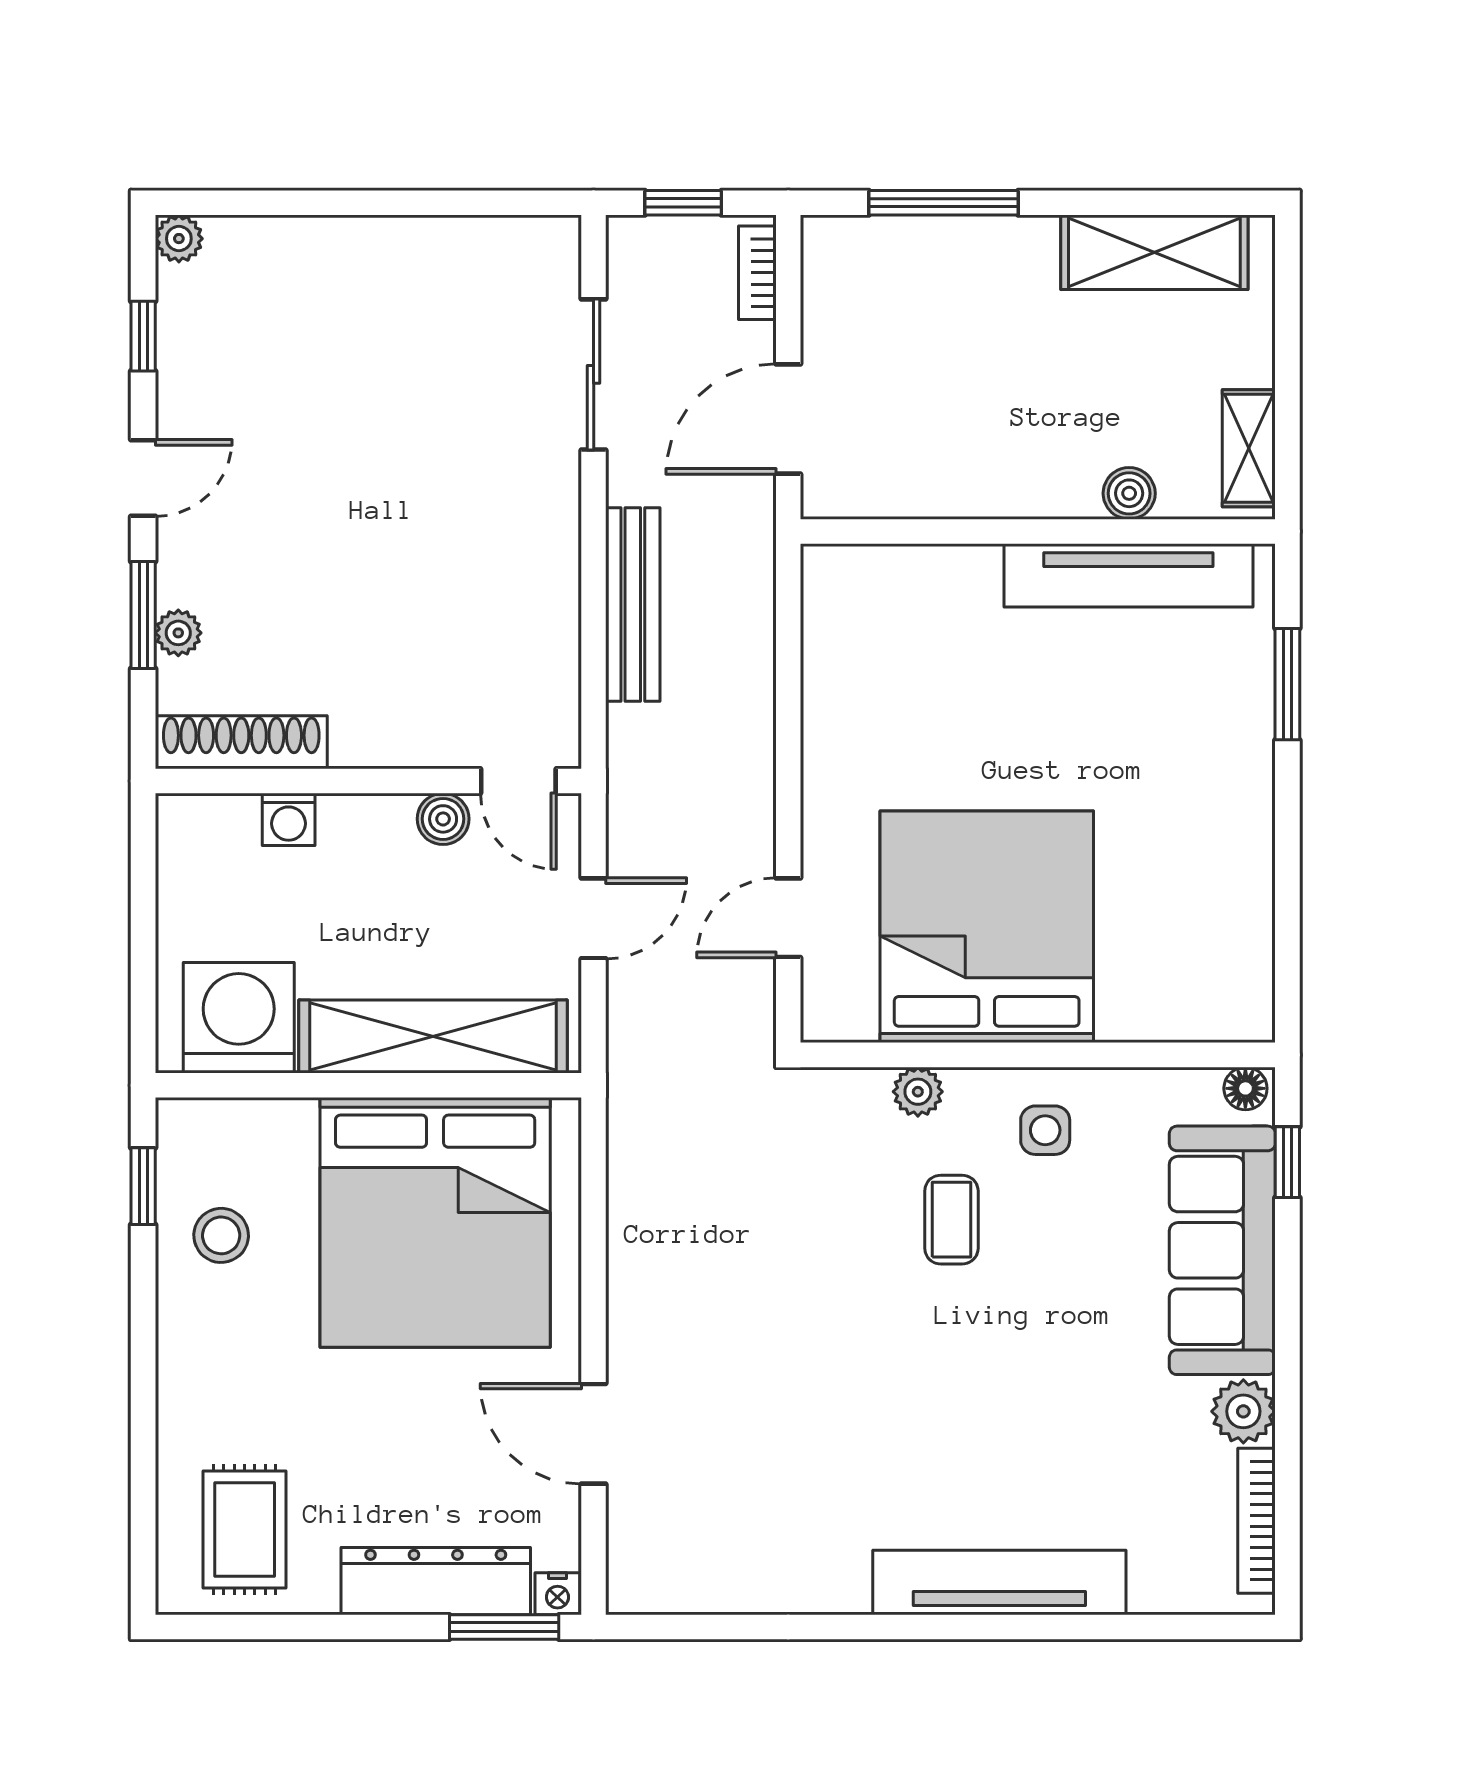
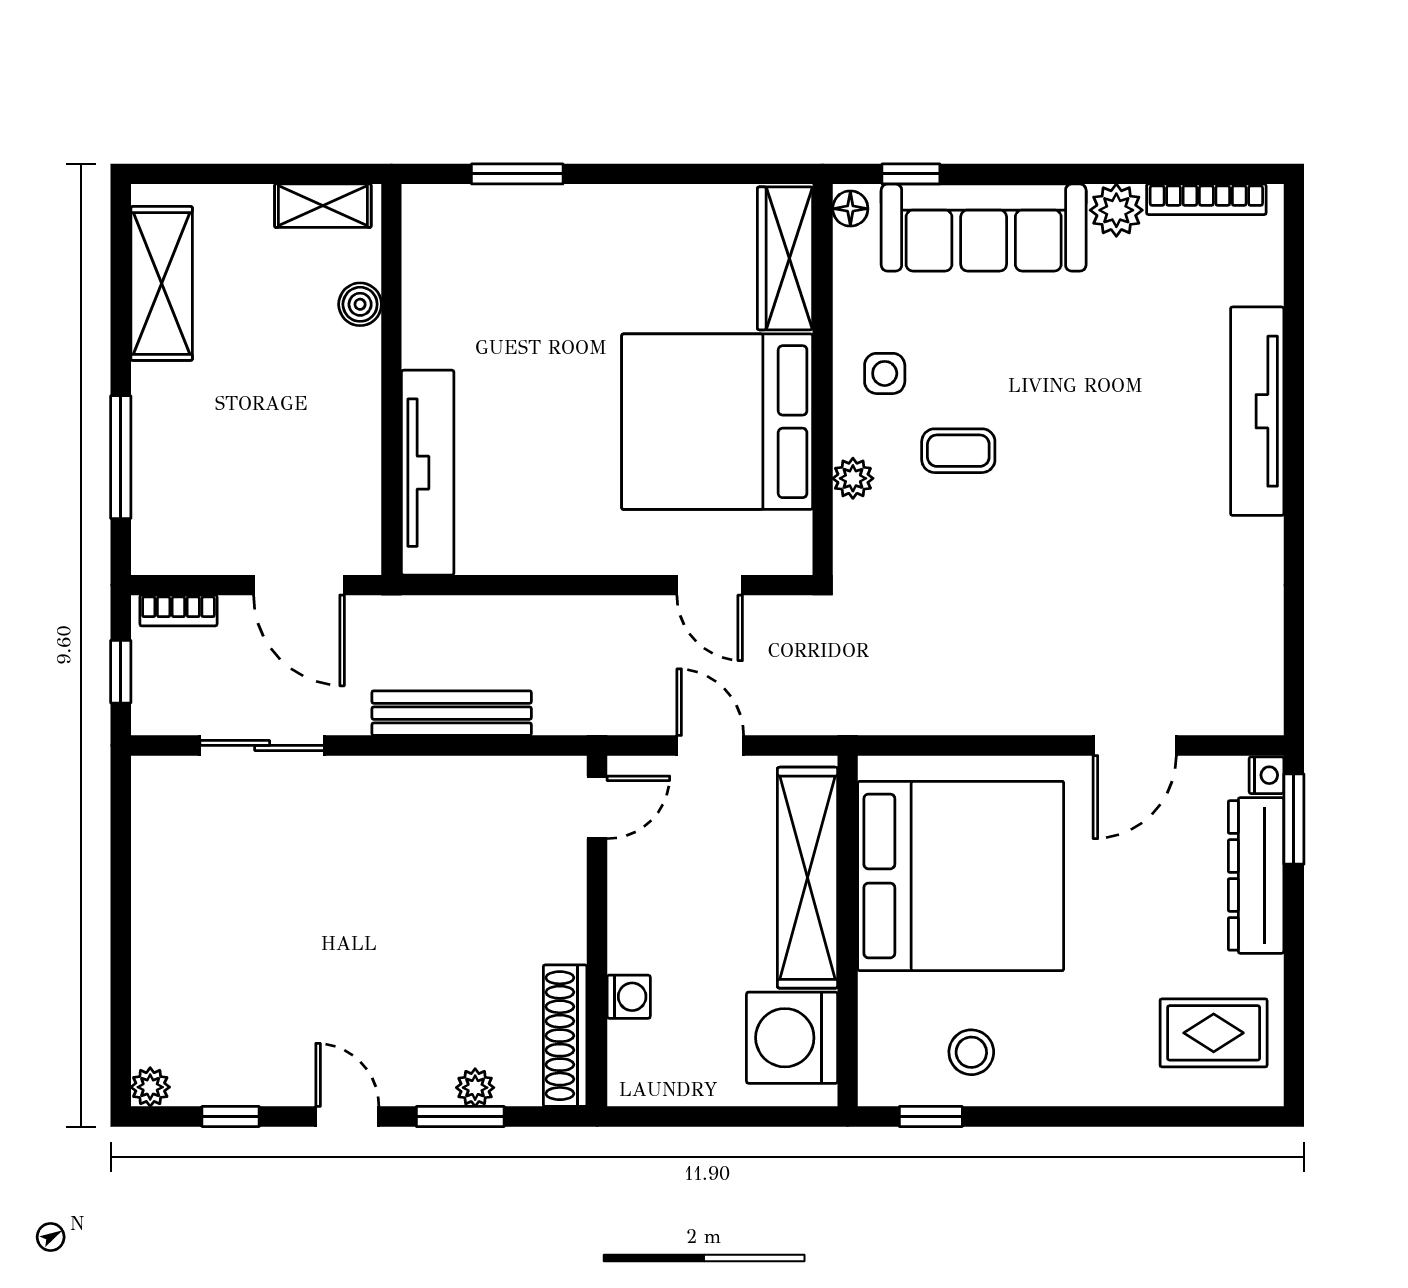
tv unit: (1128, 575) -> (428, 473), moved
boiler: (443, 819) -> (628, 869), removed
wardrobe: (1185, 1009) -> (785, 258), added

